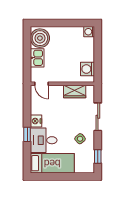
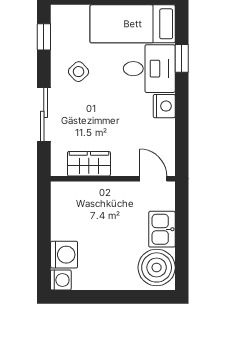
washing machine: (87, 69) -> (64, 255), moved
window: (27, 134) -> (182, 58), moved

